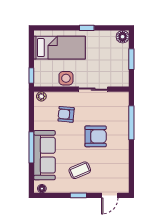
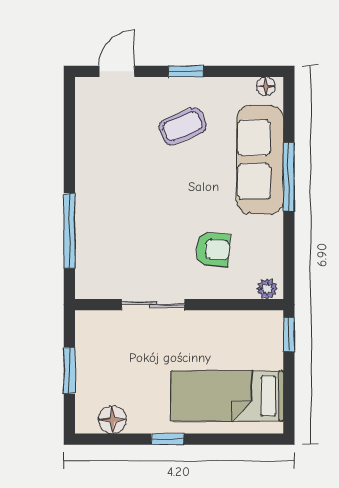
floor lamp: (123, 37) -> (112, 420), moved
side table: (66, 78) -> (213, 328), removed
armchair: (96, 136) -> (148, 201), removed

